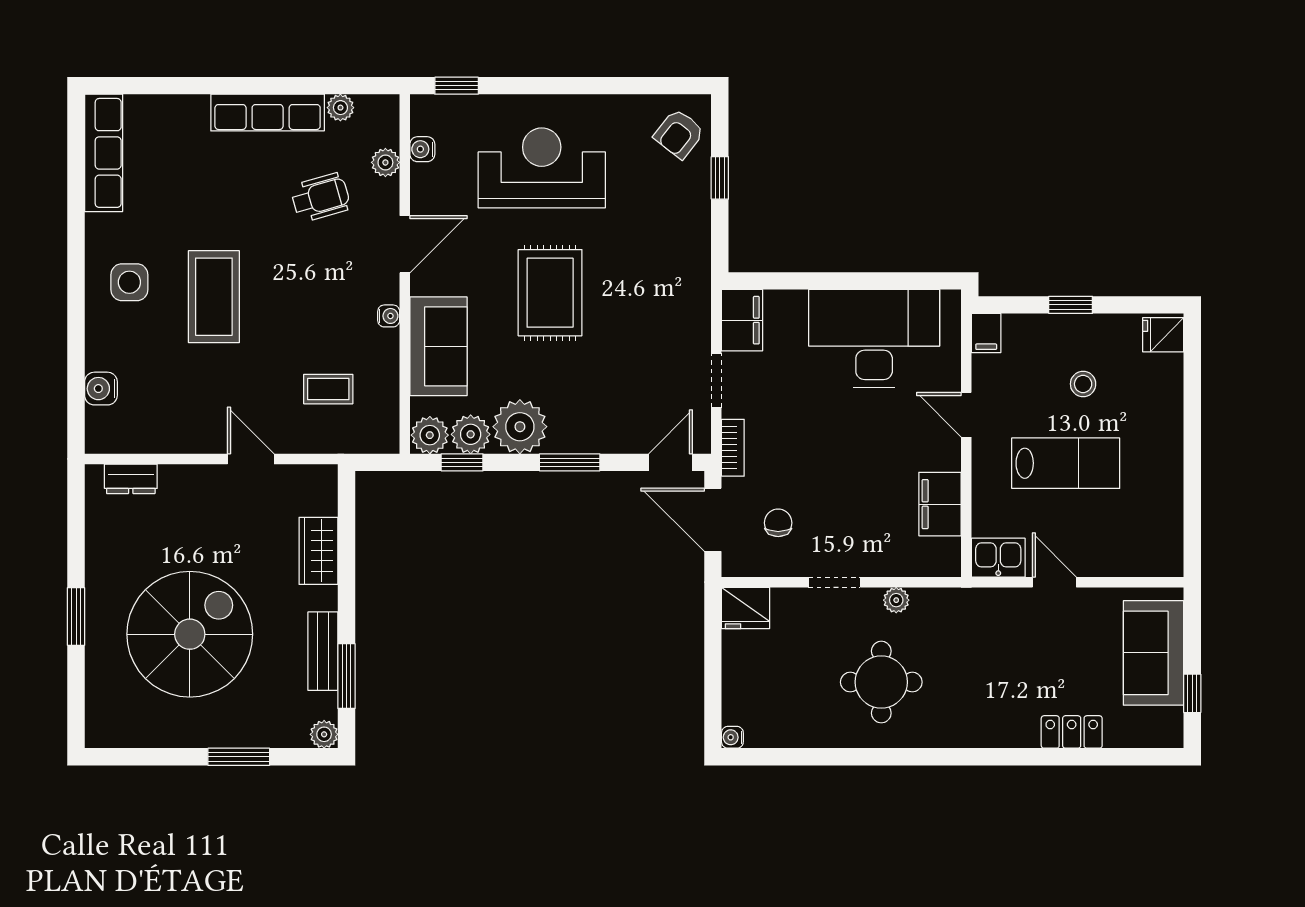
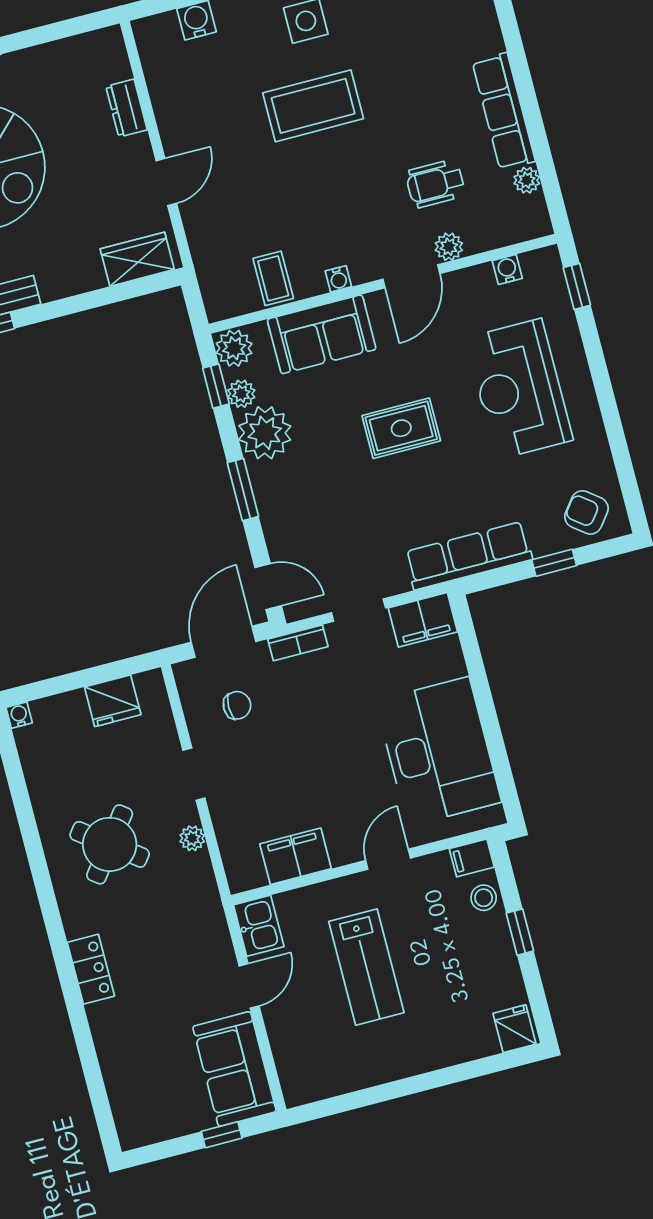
plant: (385, 162) -> (449, 247), moved
reception desk: (542, 168) -> (519, 389), turned 180
wheelchair: (321, 197) -> (435, 184), turned 106
door: (405, 244) -> (411, 276), hinge flipped
row of seats: (691, 260) -> (468, 556), added
rug: (550, 293) -> (401, 428), width x0.73, depth x0.70
stool: (1083, 384) -> (484, 898), moved
coffee table: (328, 389) -> (273, 278), moved
plant: (471, 434) -> (241, 394), width x0.73, depth x0.73
dresser: (131, 479) -> (127, 108), moved
wardrobe: (319, 551) -> (137, 259), moved
fridge: (746, 608) -> (113, 701), moved, turned -90
sofa: (1154, 653) -> (234, 1069), moved, turned -90
round table: (881, 682) -> (110, 844), turned 37
window: (1192, 693) -> (222, 1135), moved
locker: (1072, 732) -> (91, 969), moved

